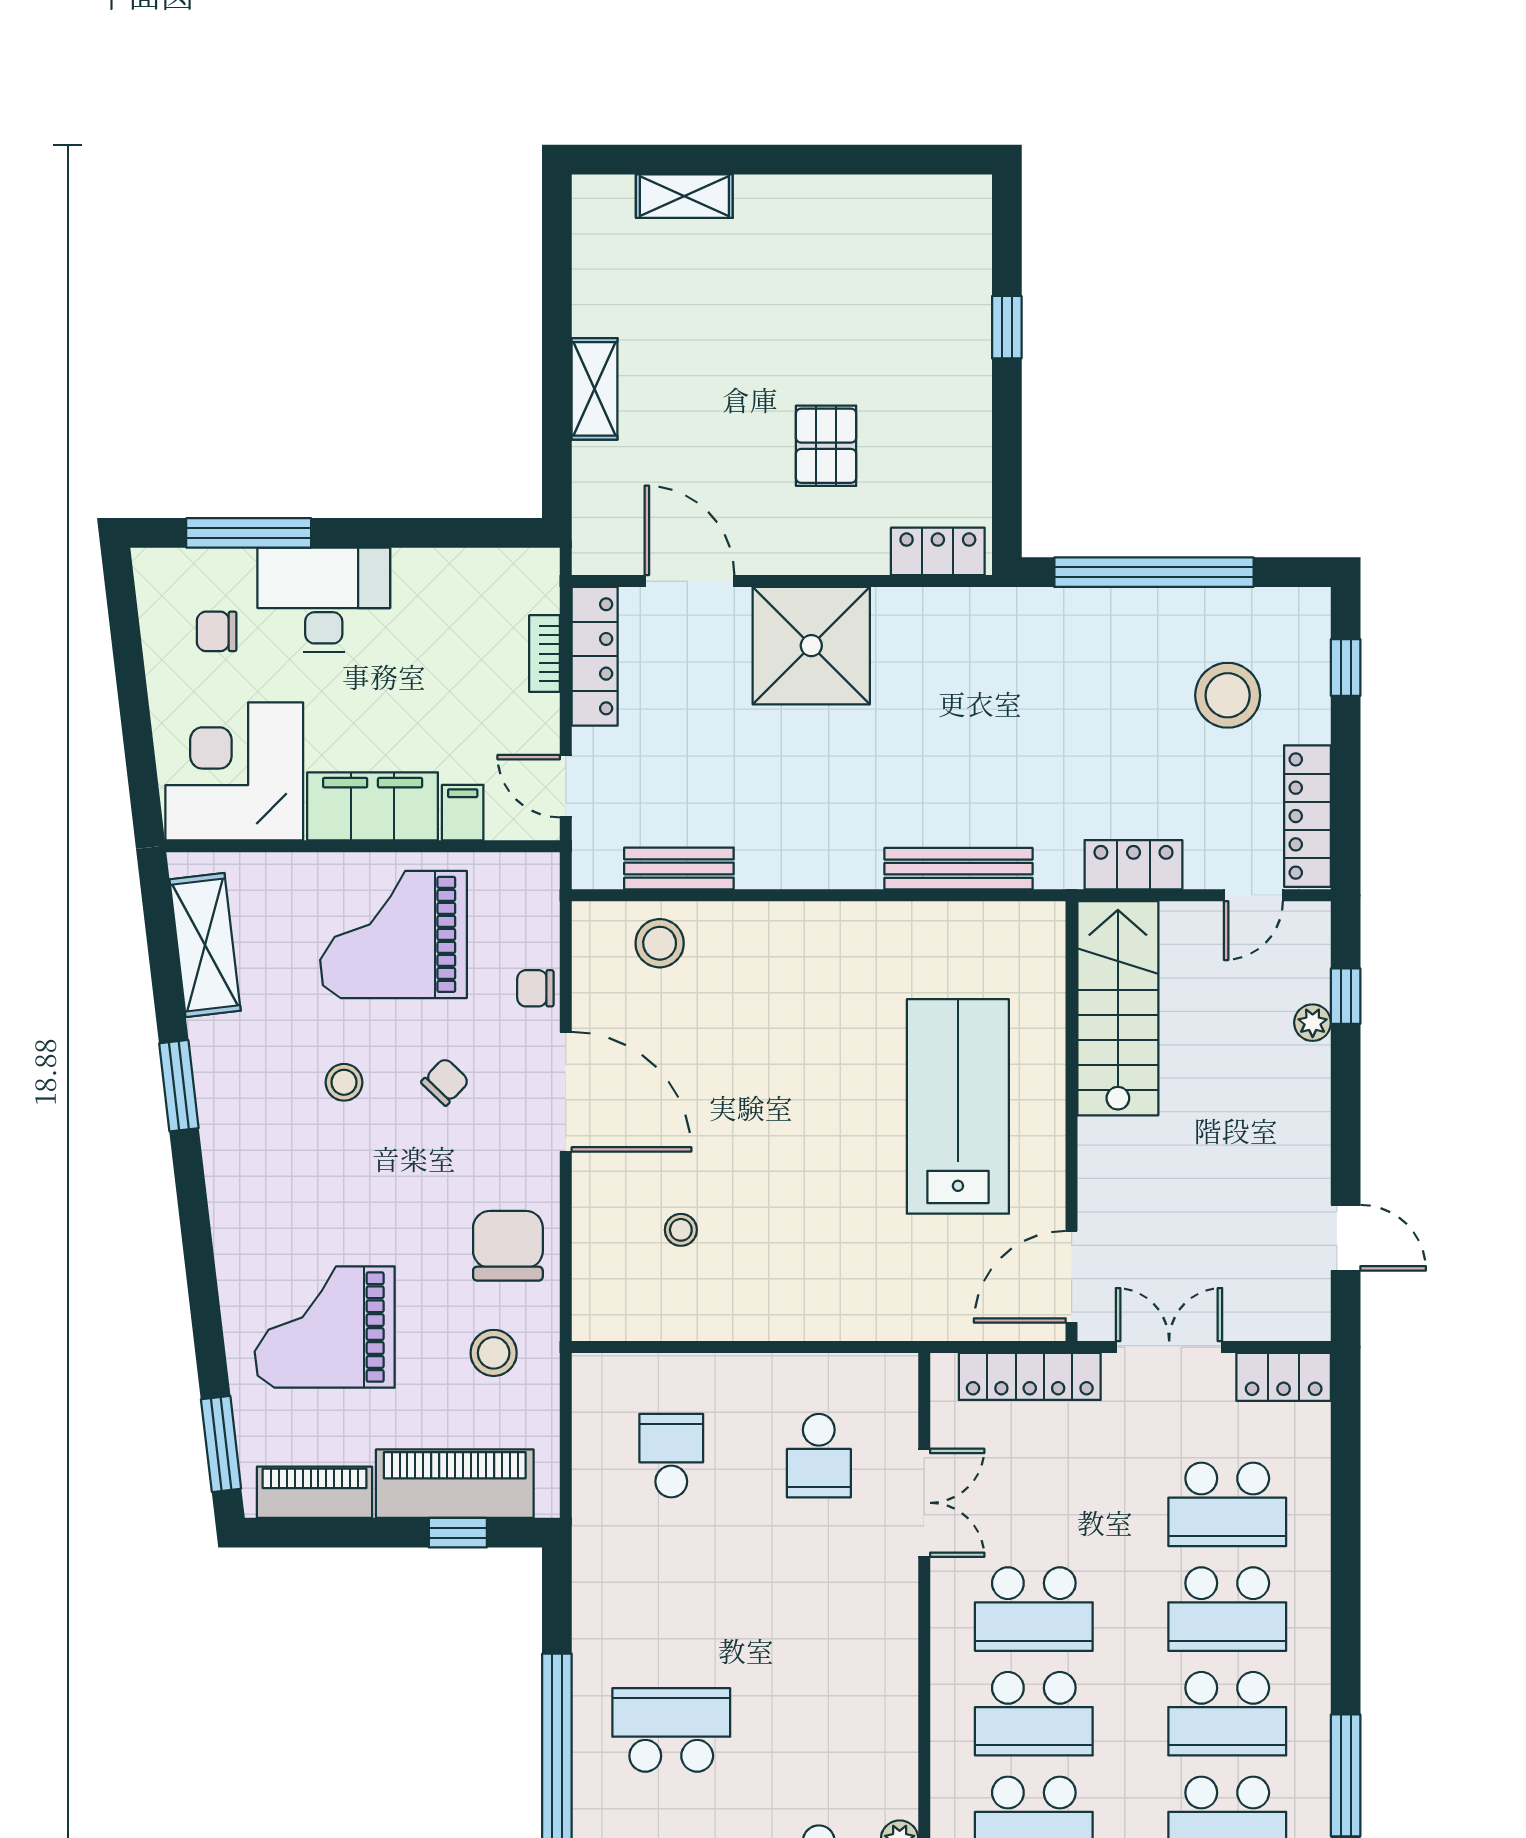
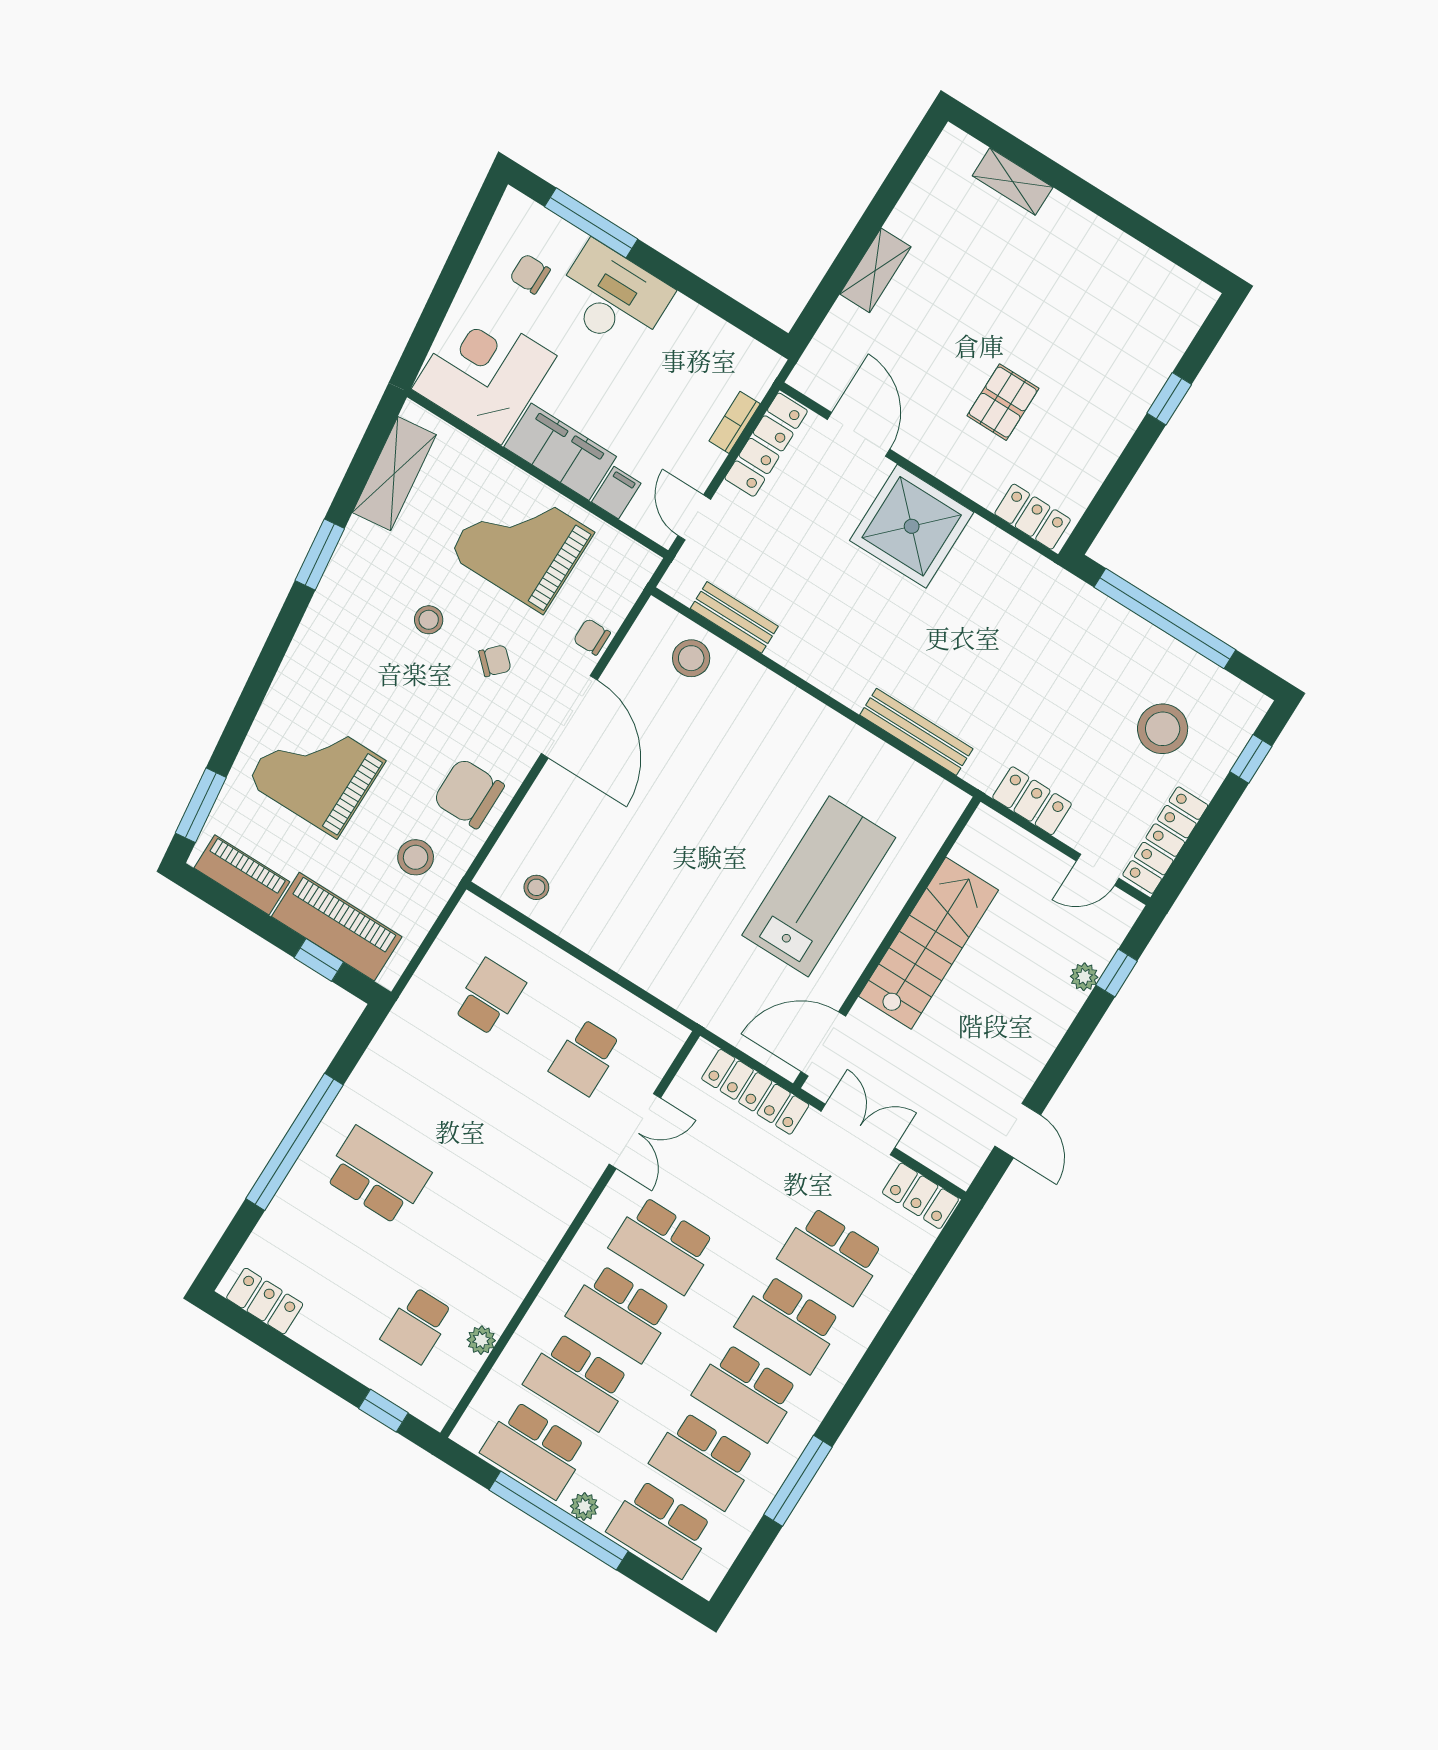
stairs: (1118, 1008) -> (929, 943), moved
stool: (681, 1230) -> (536, 887), moved
chair: (508, 1246) -> (469, 793), turned -90

